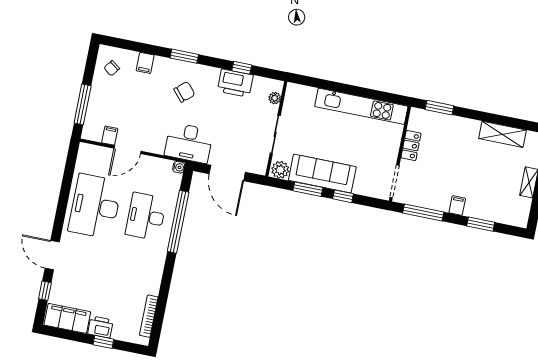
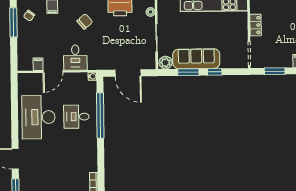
window: (83, 104) -> (13, 22), moved
desk: (189, 143) -> (75, 58), moved, width x0.73
window: (423, 212) -> (275, 71), width x0.69
desk: (146, 216) -> (76, 117), width x0.73

